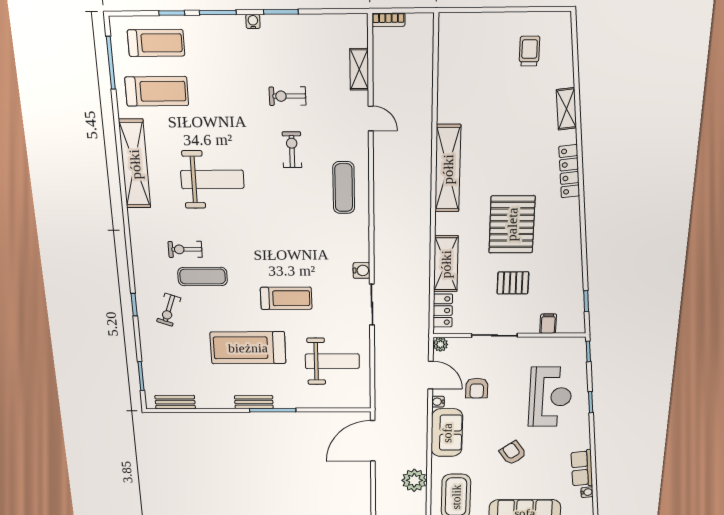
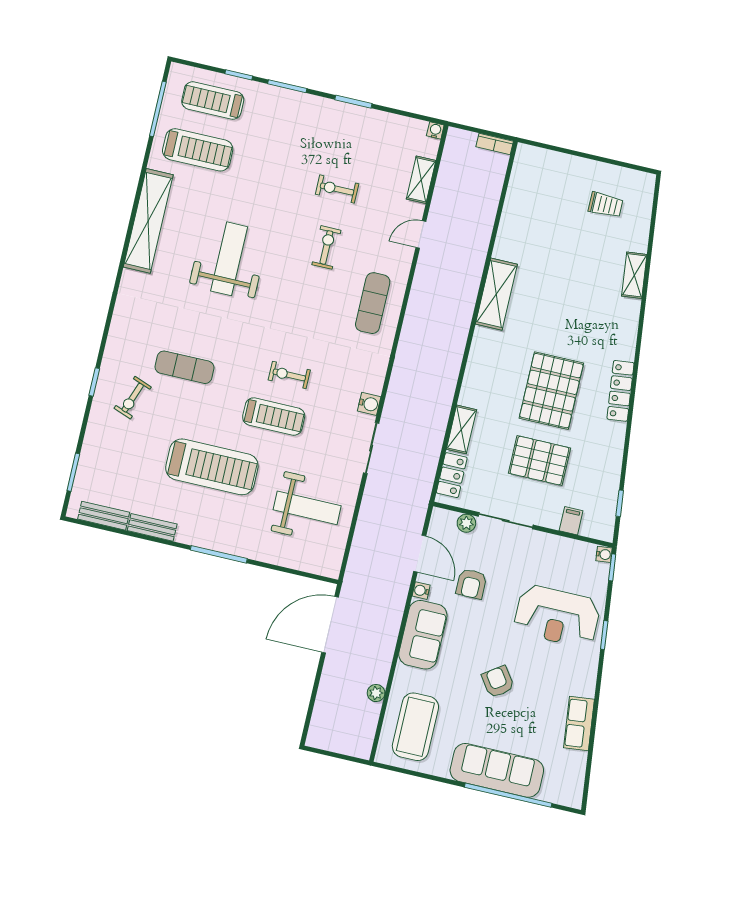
bookcase: (388, 20) -> (495, 144), moved
water cooler: (253, 21) -> (435, 130), moved
treadmill: (156, 43) -> (213, 100), turned 180
trolley: (529, 51) -> (606, 205), turned 90
door: (371, 119) -> (421, 235), swing flipped
shelving: (448, 169) -> (496, 294), width x0.68
locker: (569, 171) -> (620, 391), moved
weight bench: (212, 179) -> (229, 259), turned -90
exercise bike: (185, 249) -> (289, 375), moved
shelving: (446, 264) -> (461, 429), width x0.67, depth x0.75
pallet: (513, 283) -> (539, 461), width x1.50, depth x1.42
plant: (440, 344) -> (466, 523), moved
treadmill: (248, 348) -> (212, 467), turned 180
reception desk: (550, 397) -> (557, 616), turned 90
bench: (254, 402) -> (152, 527), moved
plant: (414, 480) -> (376, 693), width x0.53, depth x0.53
water cooler: (587, 492) -> (604, 554), moved

